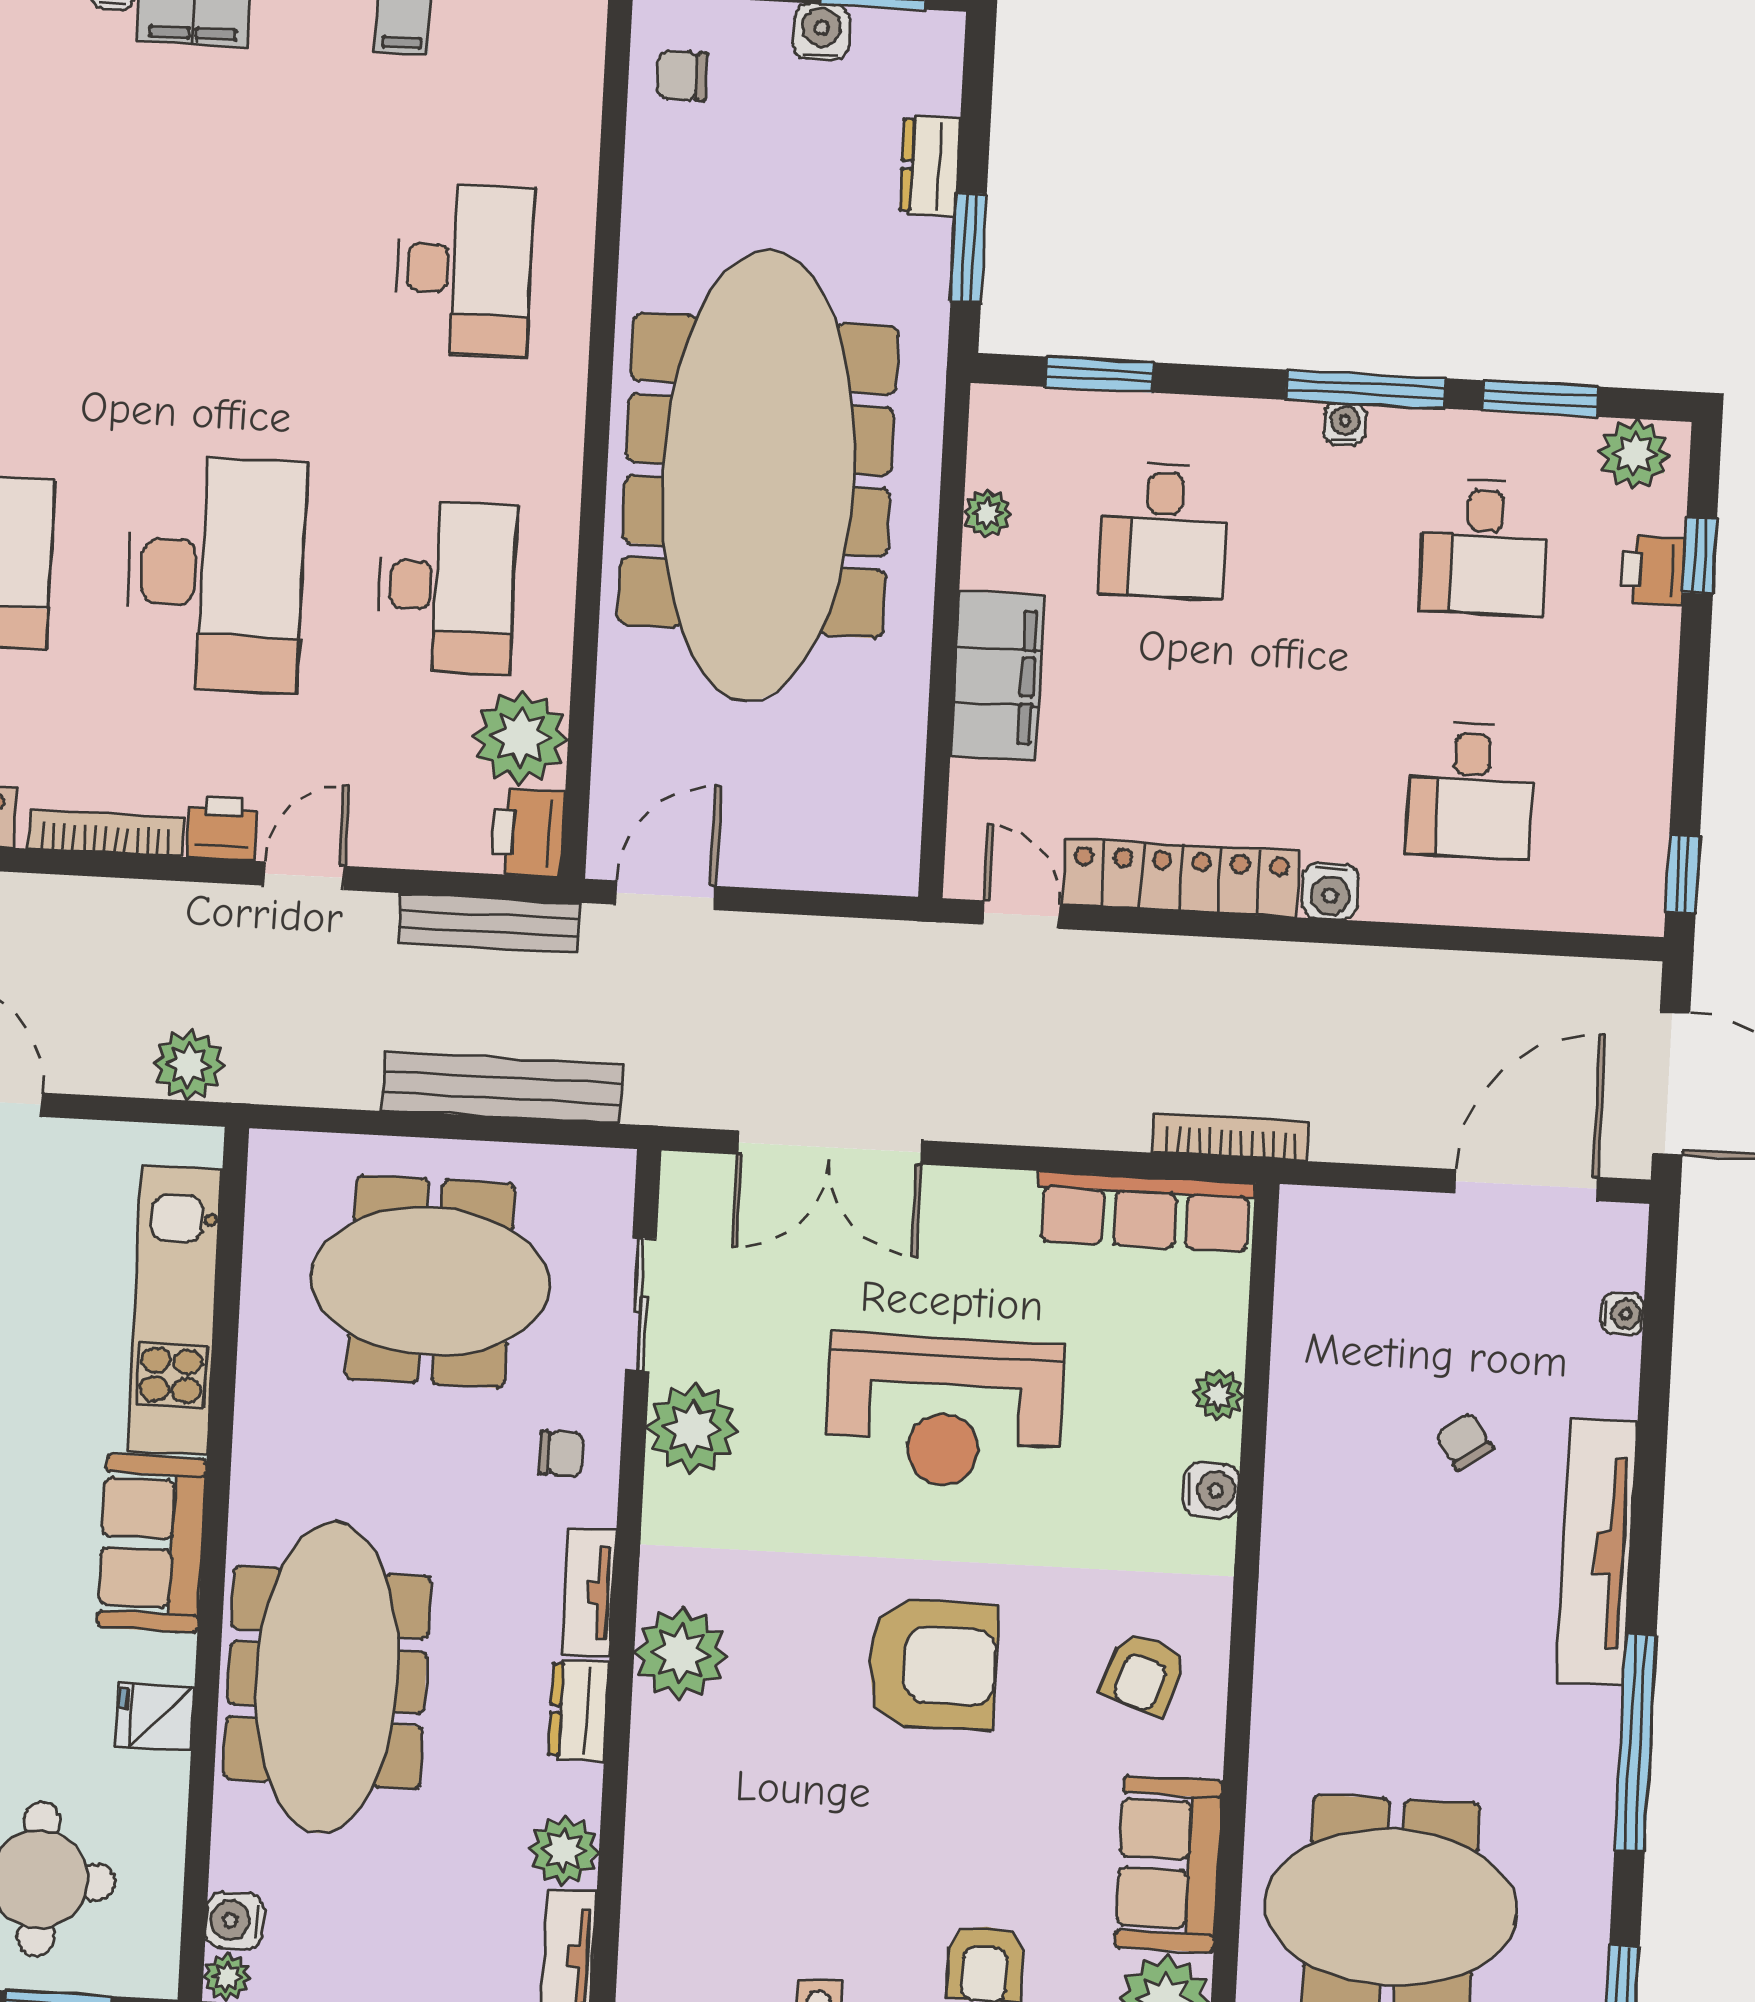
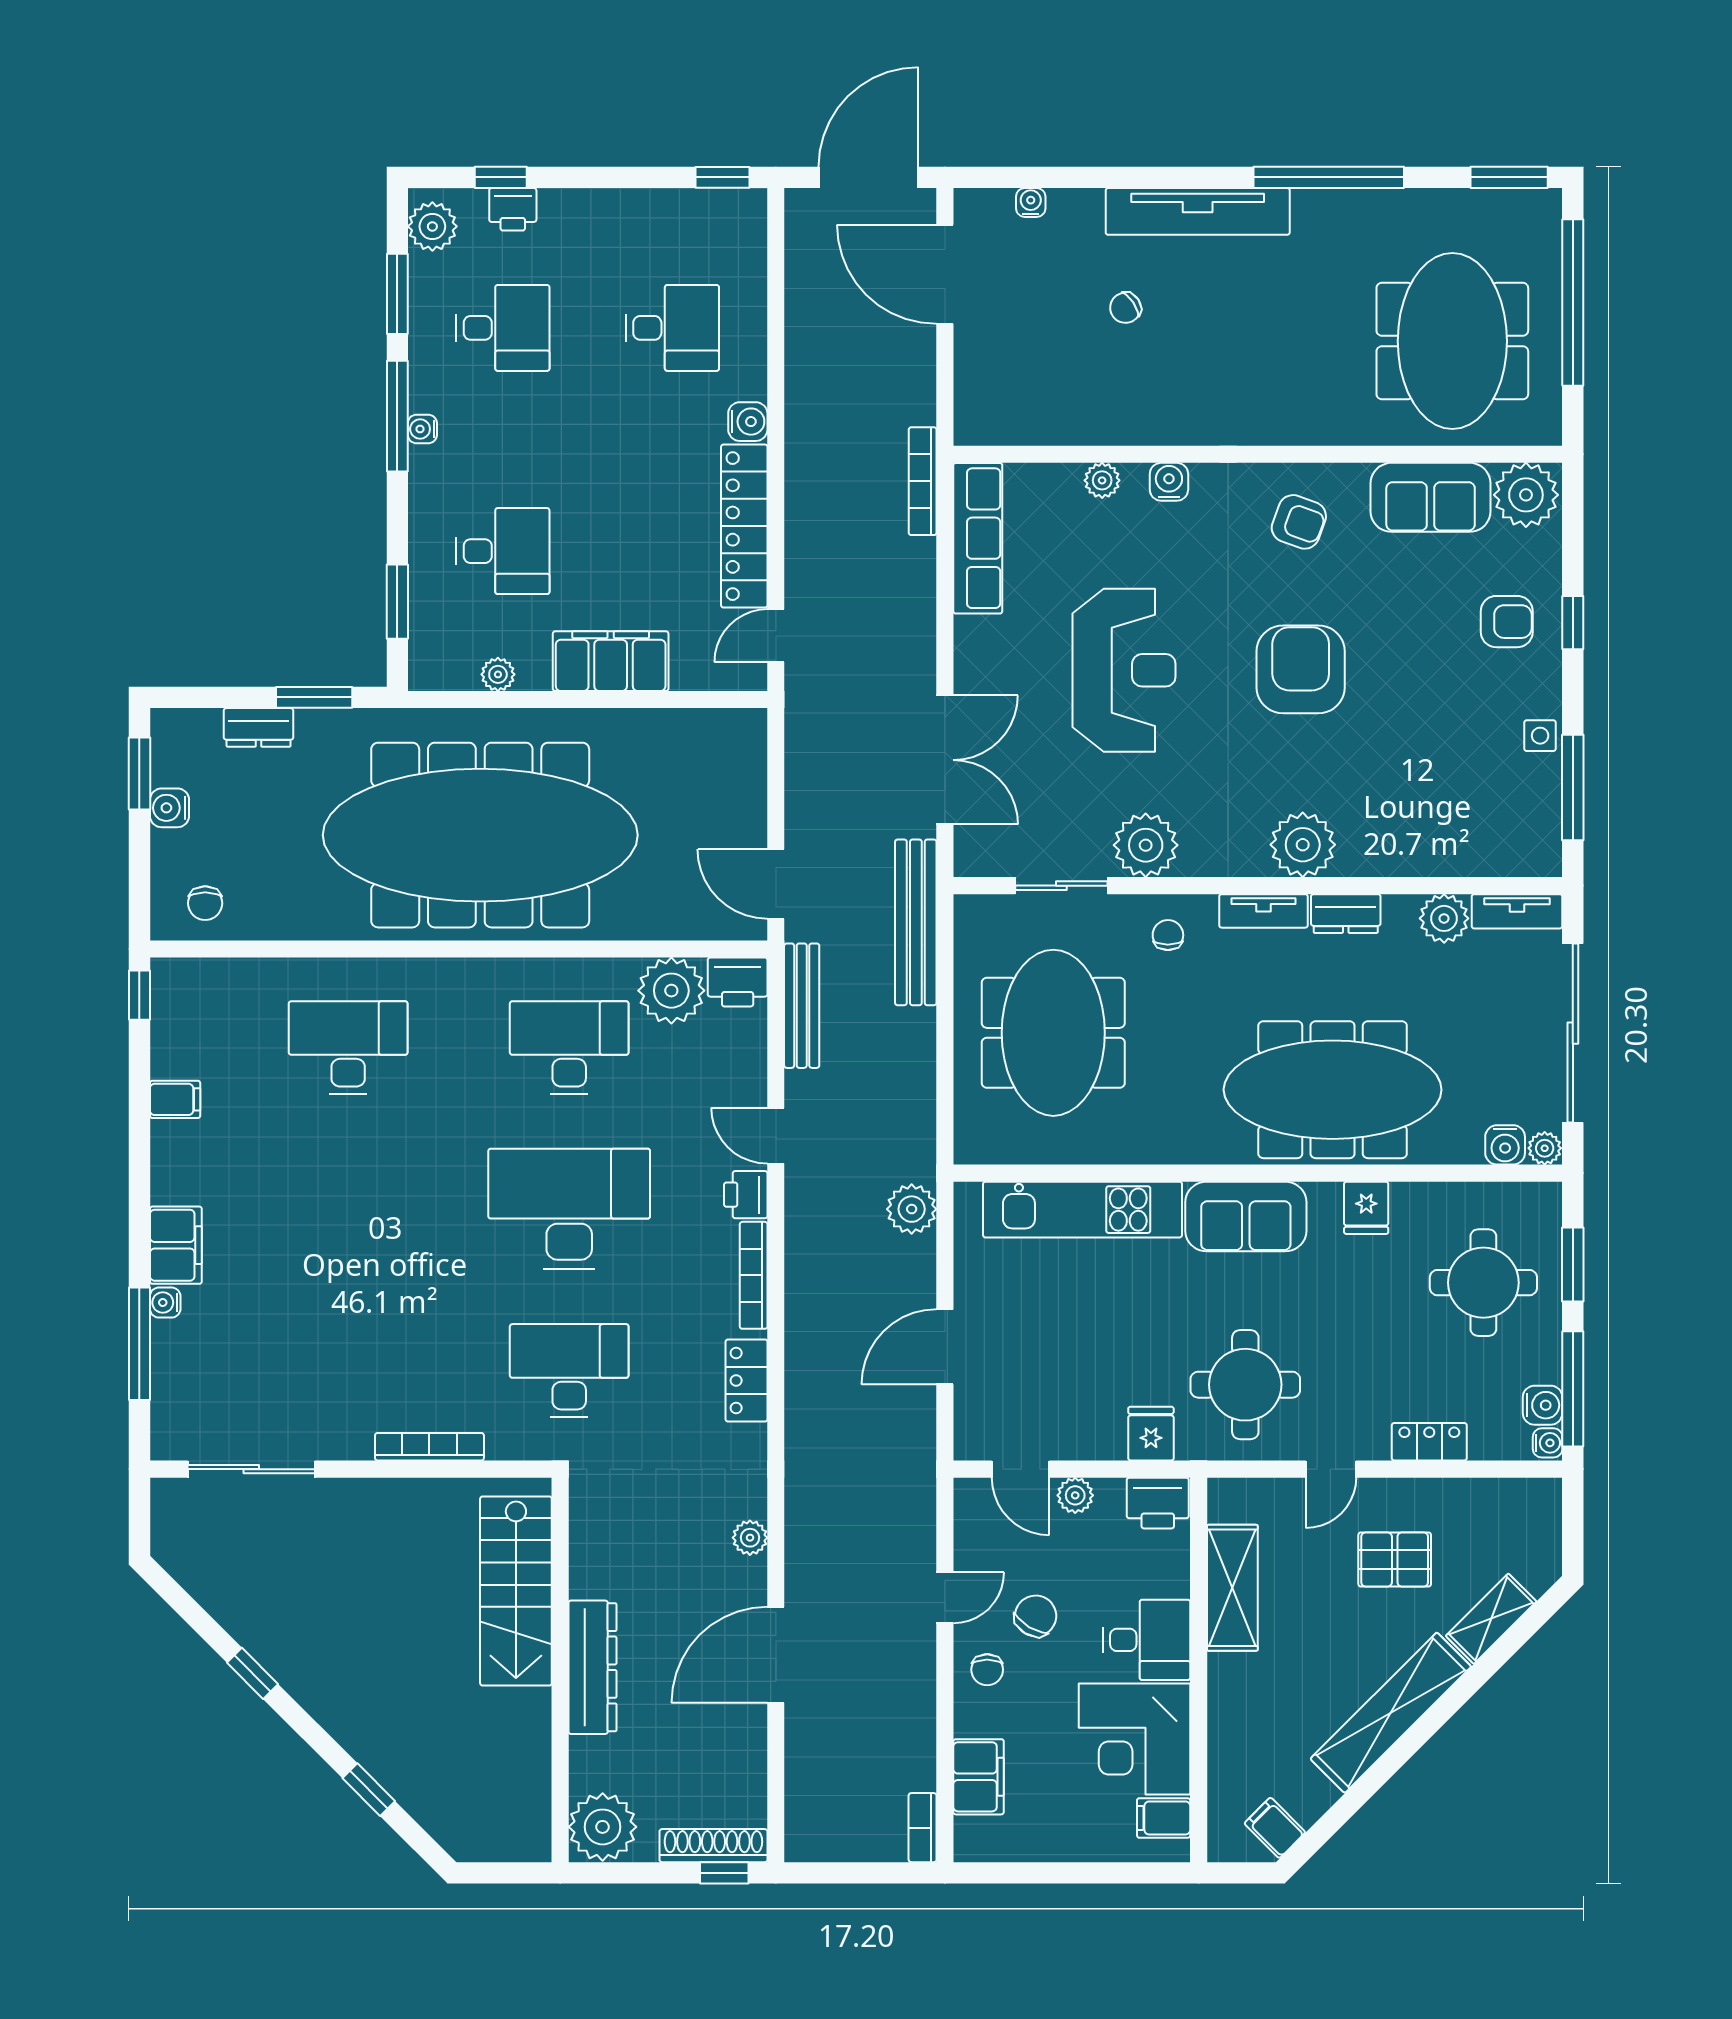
bench: (502, 1088) -> (916, 922), moved

